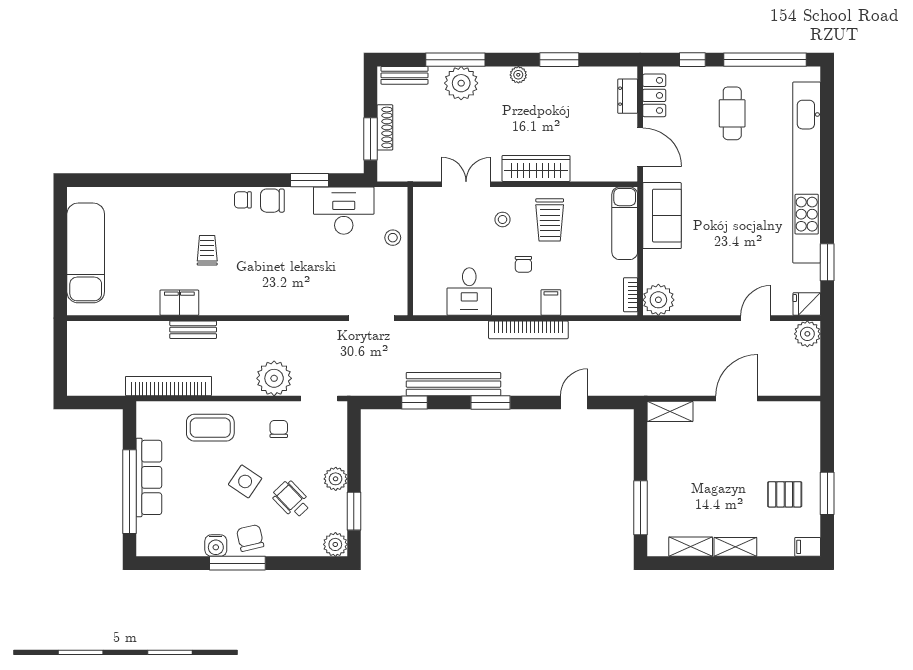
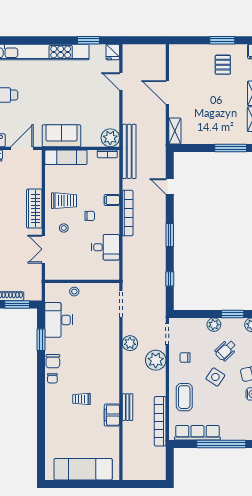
plant: (807, 334) -> (130, 343), moved
bench: (453, 384) -> (129, 151), moved
row of seats: (149, 477) -> (197, 433), moved

